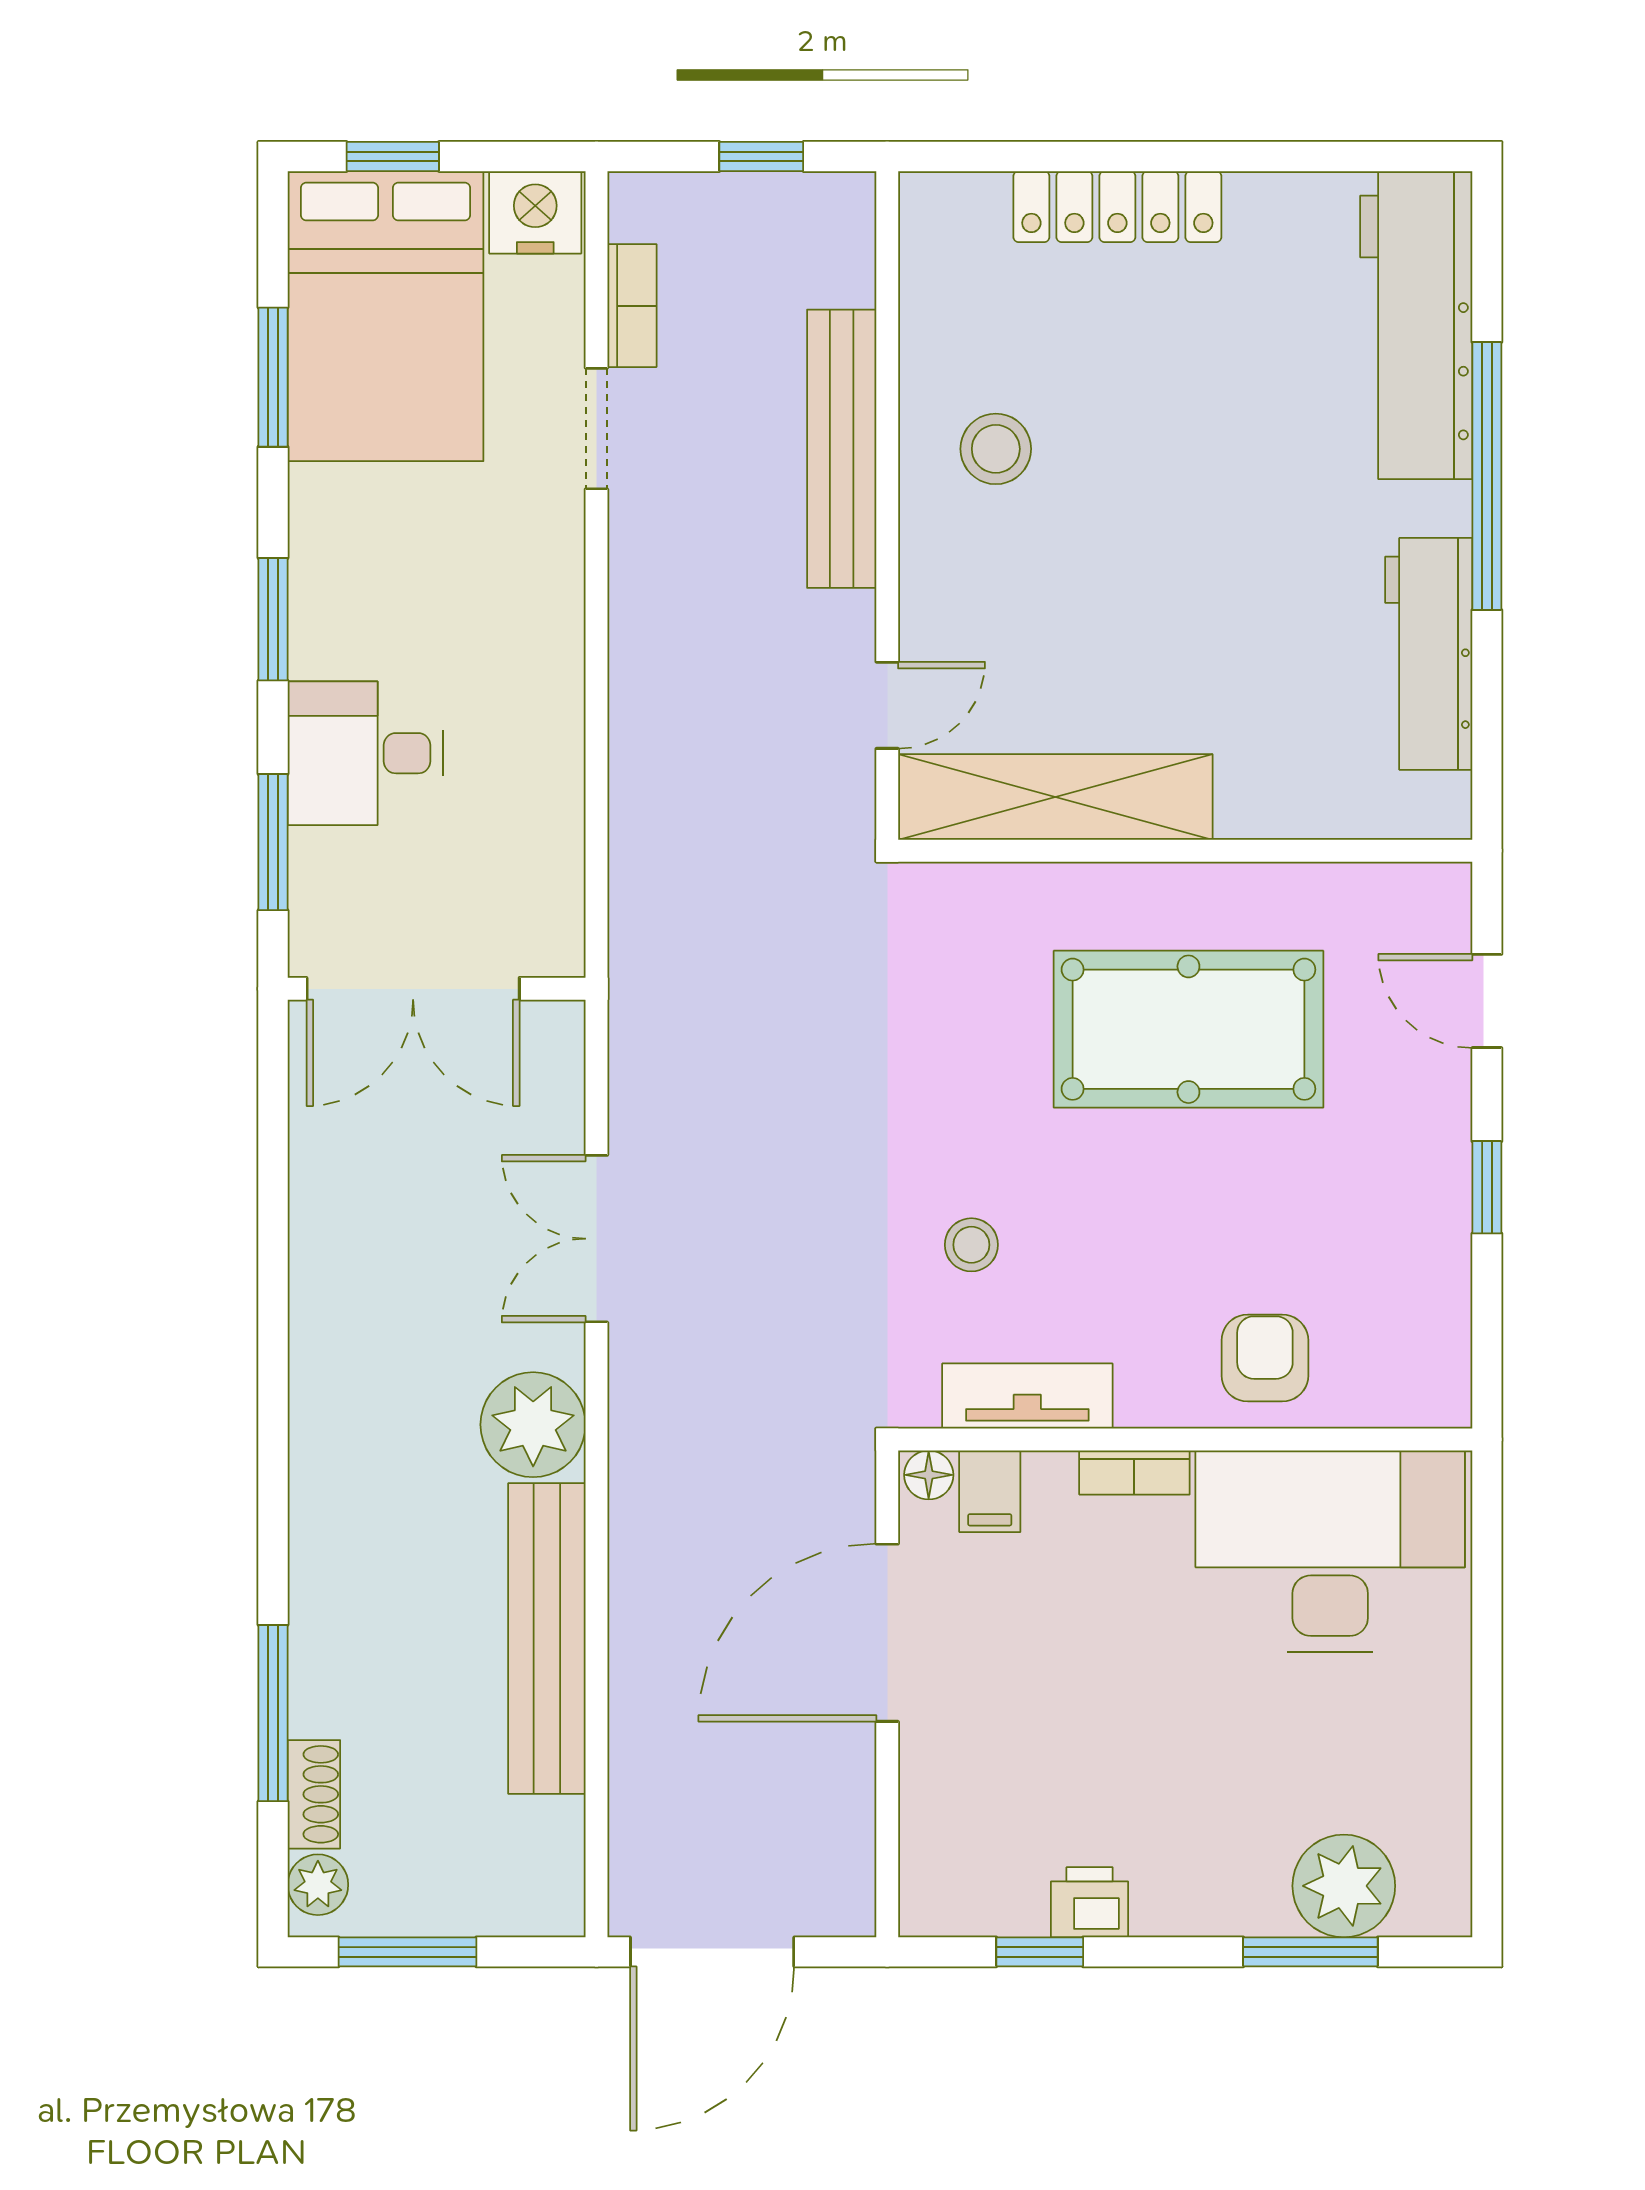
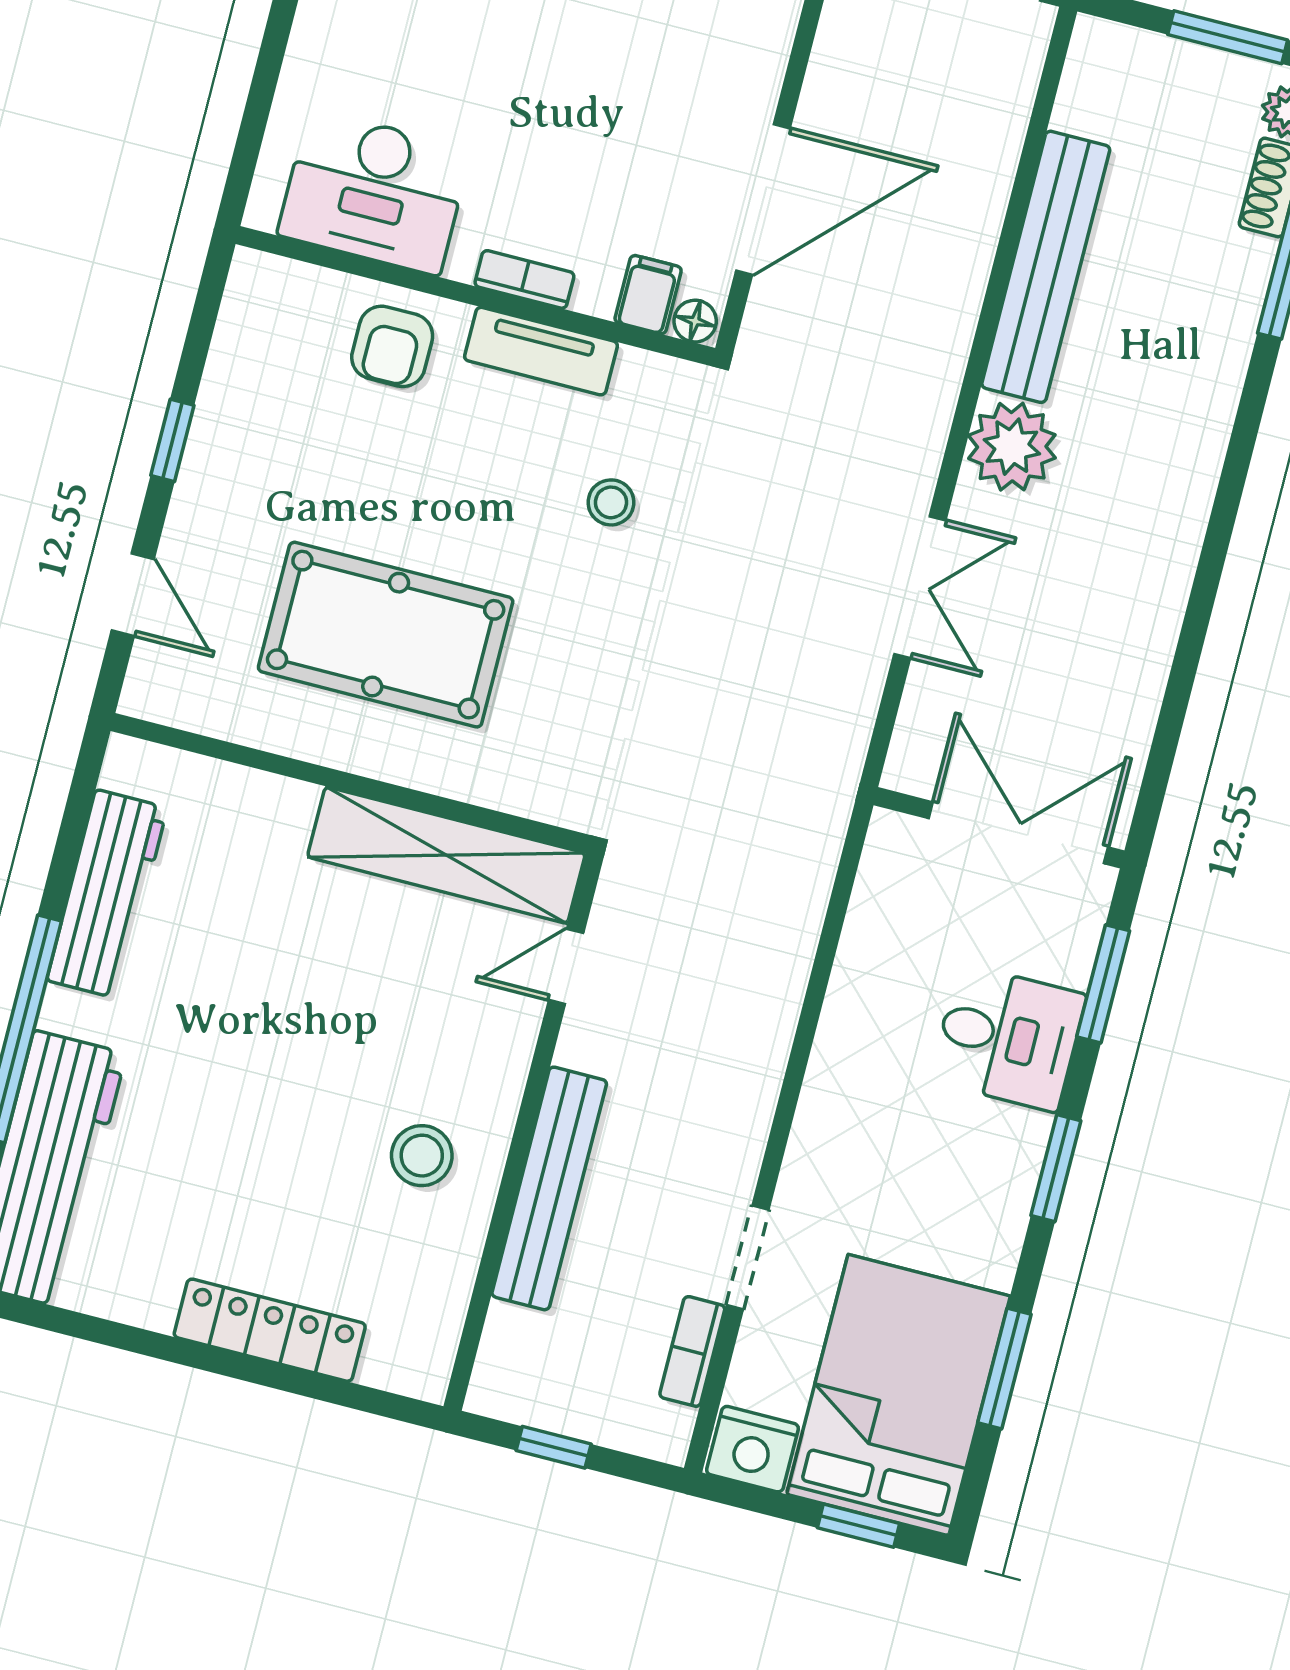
tv unit: (1027, 1396) -> (541, 351), moved
desk: (1330, 1551) -> (374, 192), width x0.73, depth x0.77

